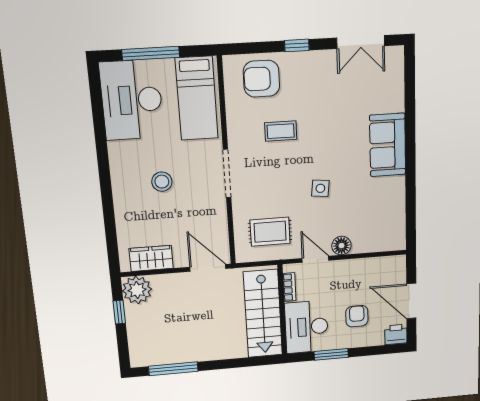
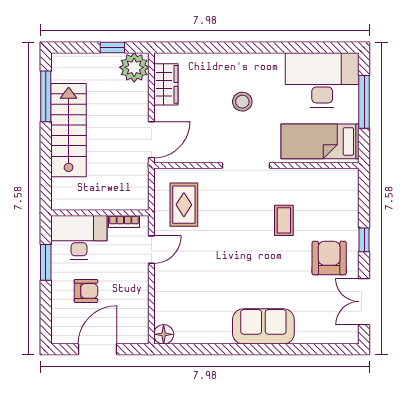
armchair: (261, 79) -> (329, 258), moved
side table: (320, 188) -> (225, 257), removed
floor lamp: (341, 246) -> (164, 334), moved
stairs: (263, 314) -> (69, 130), moved, turned 90
printer: (396, 335) -> (62, 332), removed

